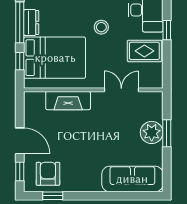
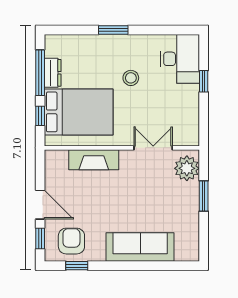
rug: (144, 51) -> (179, 104), removed
plant: (152, 132) -> (187, 168), moved
sofa: (132, 179) -> (140, 247), moved

